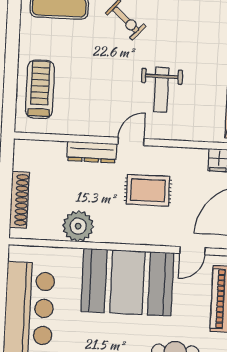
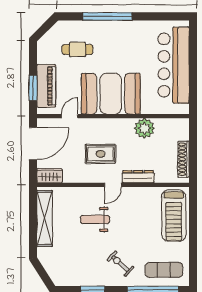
treadmill: (40, 89) -> (174, 216), width x1.37, depth x1.38
weight bench: (161, 90) -> (95, 219), turned -90
shoe rack: (19, 200) -> (183, 159), moved

